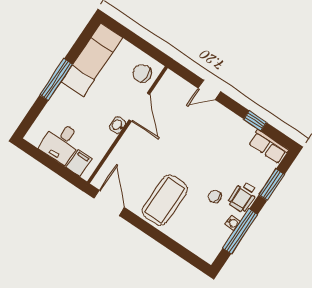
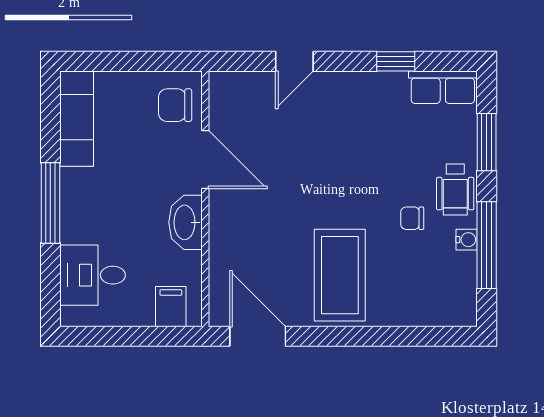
exam couch: (92, 60) -> (77, 119), width x0.73, depth x0.69
washbasin: (118, 125) -> (186, 222), width x1.91, depth x1.45
desk: (61, 143) -> (93, 275), moved, turned 90

